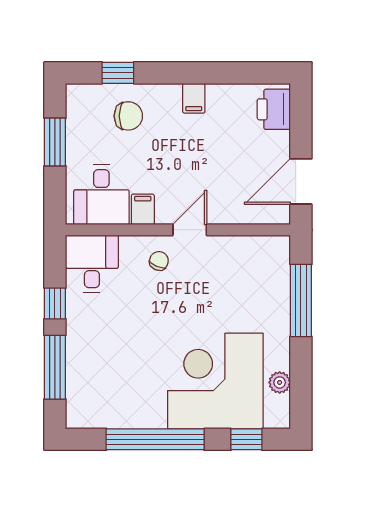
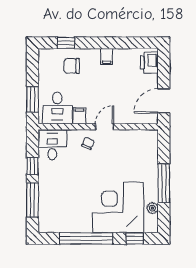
chair: (128, 116) -> (72, 66), turned 180
window: (55, 142) -> (32, 99), moved
window: (301, 300) -> (164, 183), moved

